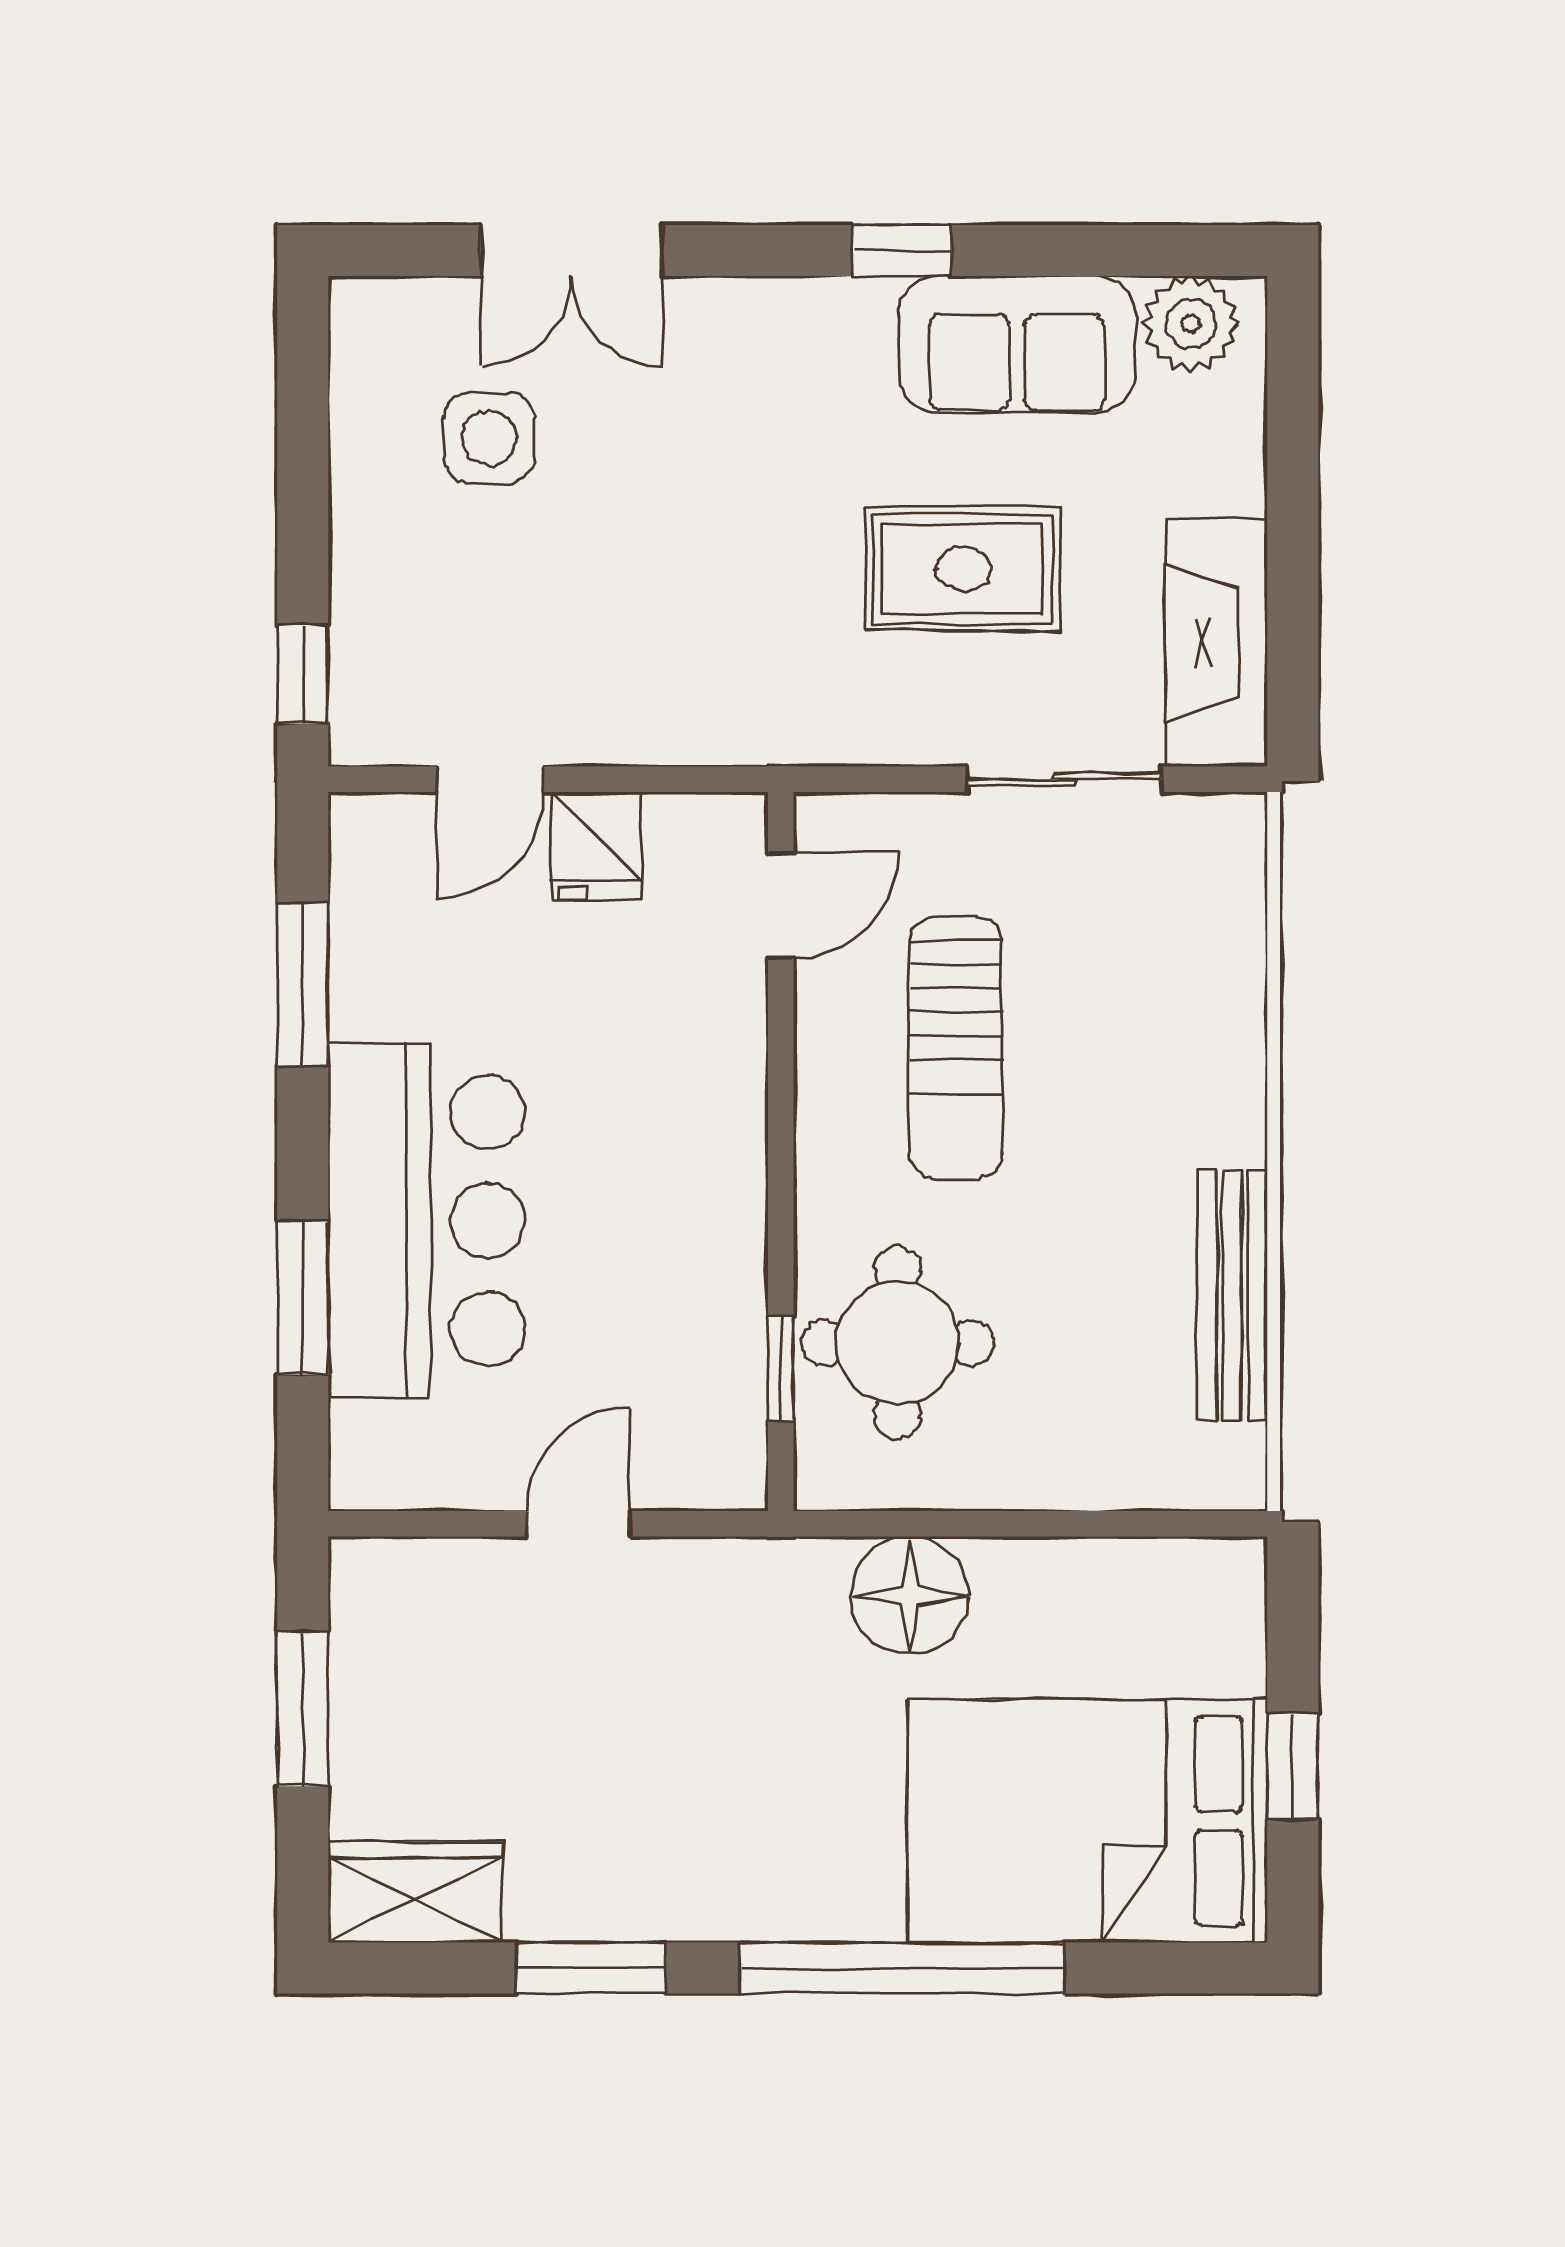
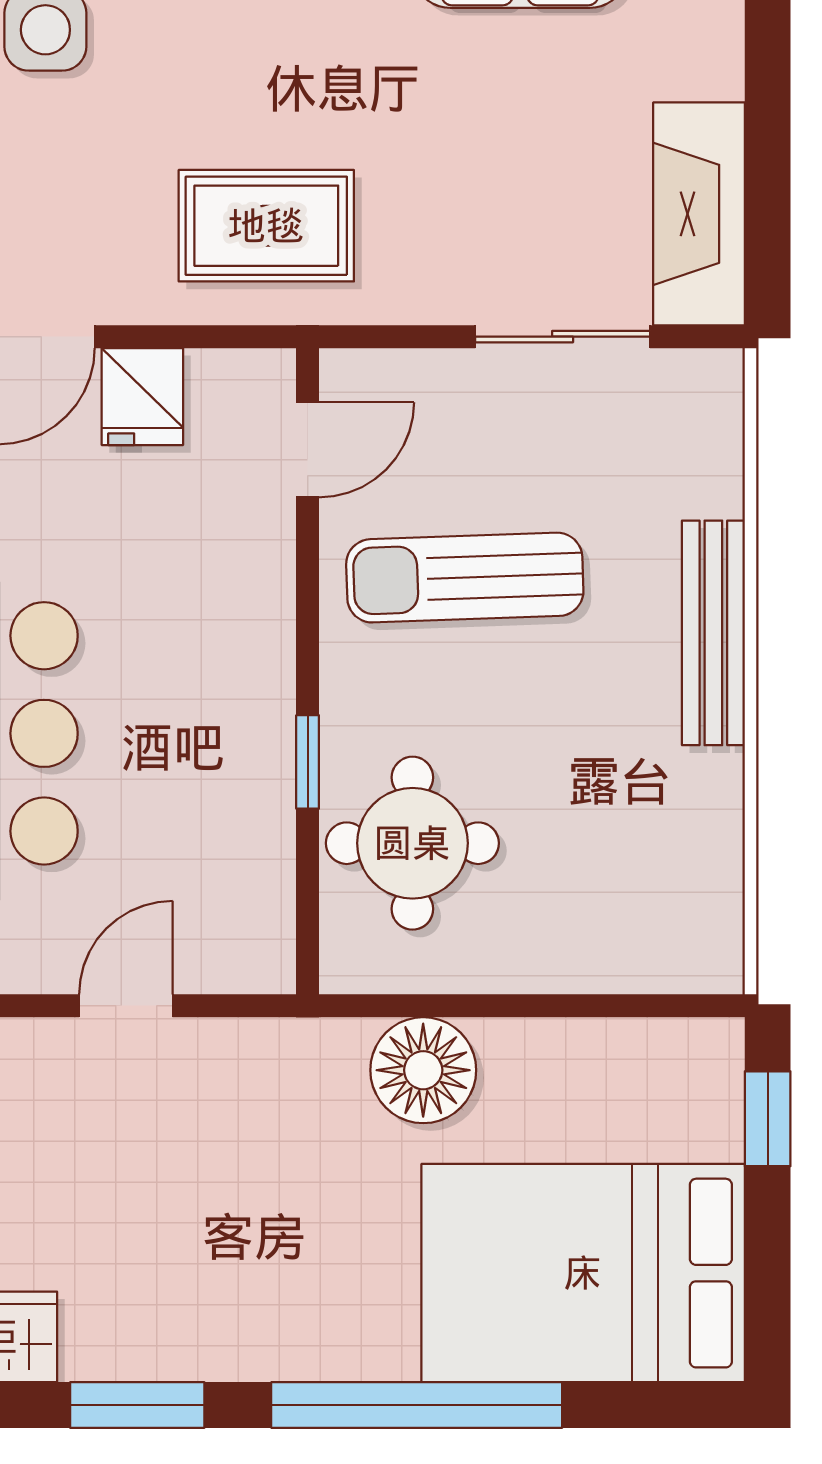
rug: (963, 569) -> (266, 226), moved
sun lounger: (956, 1047) -> (465, 578), turned 88
bench: (1232, 1295) -> (713, 633), moved
window: (781, 1369) -> (308, 762), moved
window: (1293, 1766) -> (768, 1119), moved

